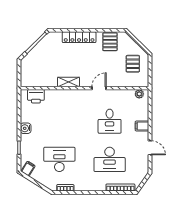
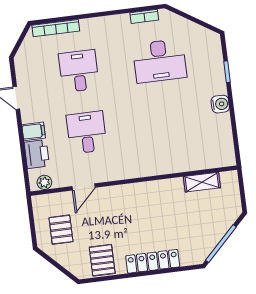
shelving: (69, 82) -> (202, 182), moved
door: (99, 88) -> (84, 187), moved
printer: (36, 96) -> (37, 154), moved, turned 90
desk: (110, 159) -> (79, 71), width x0.73
filing cabinet: (28, 169) -> (208, 40), removed

